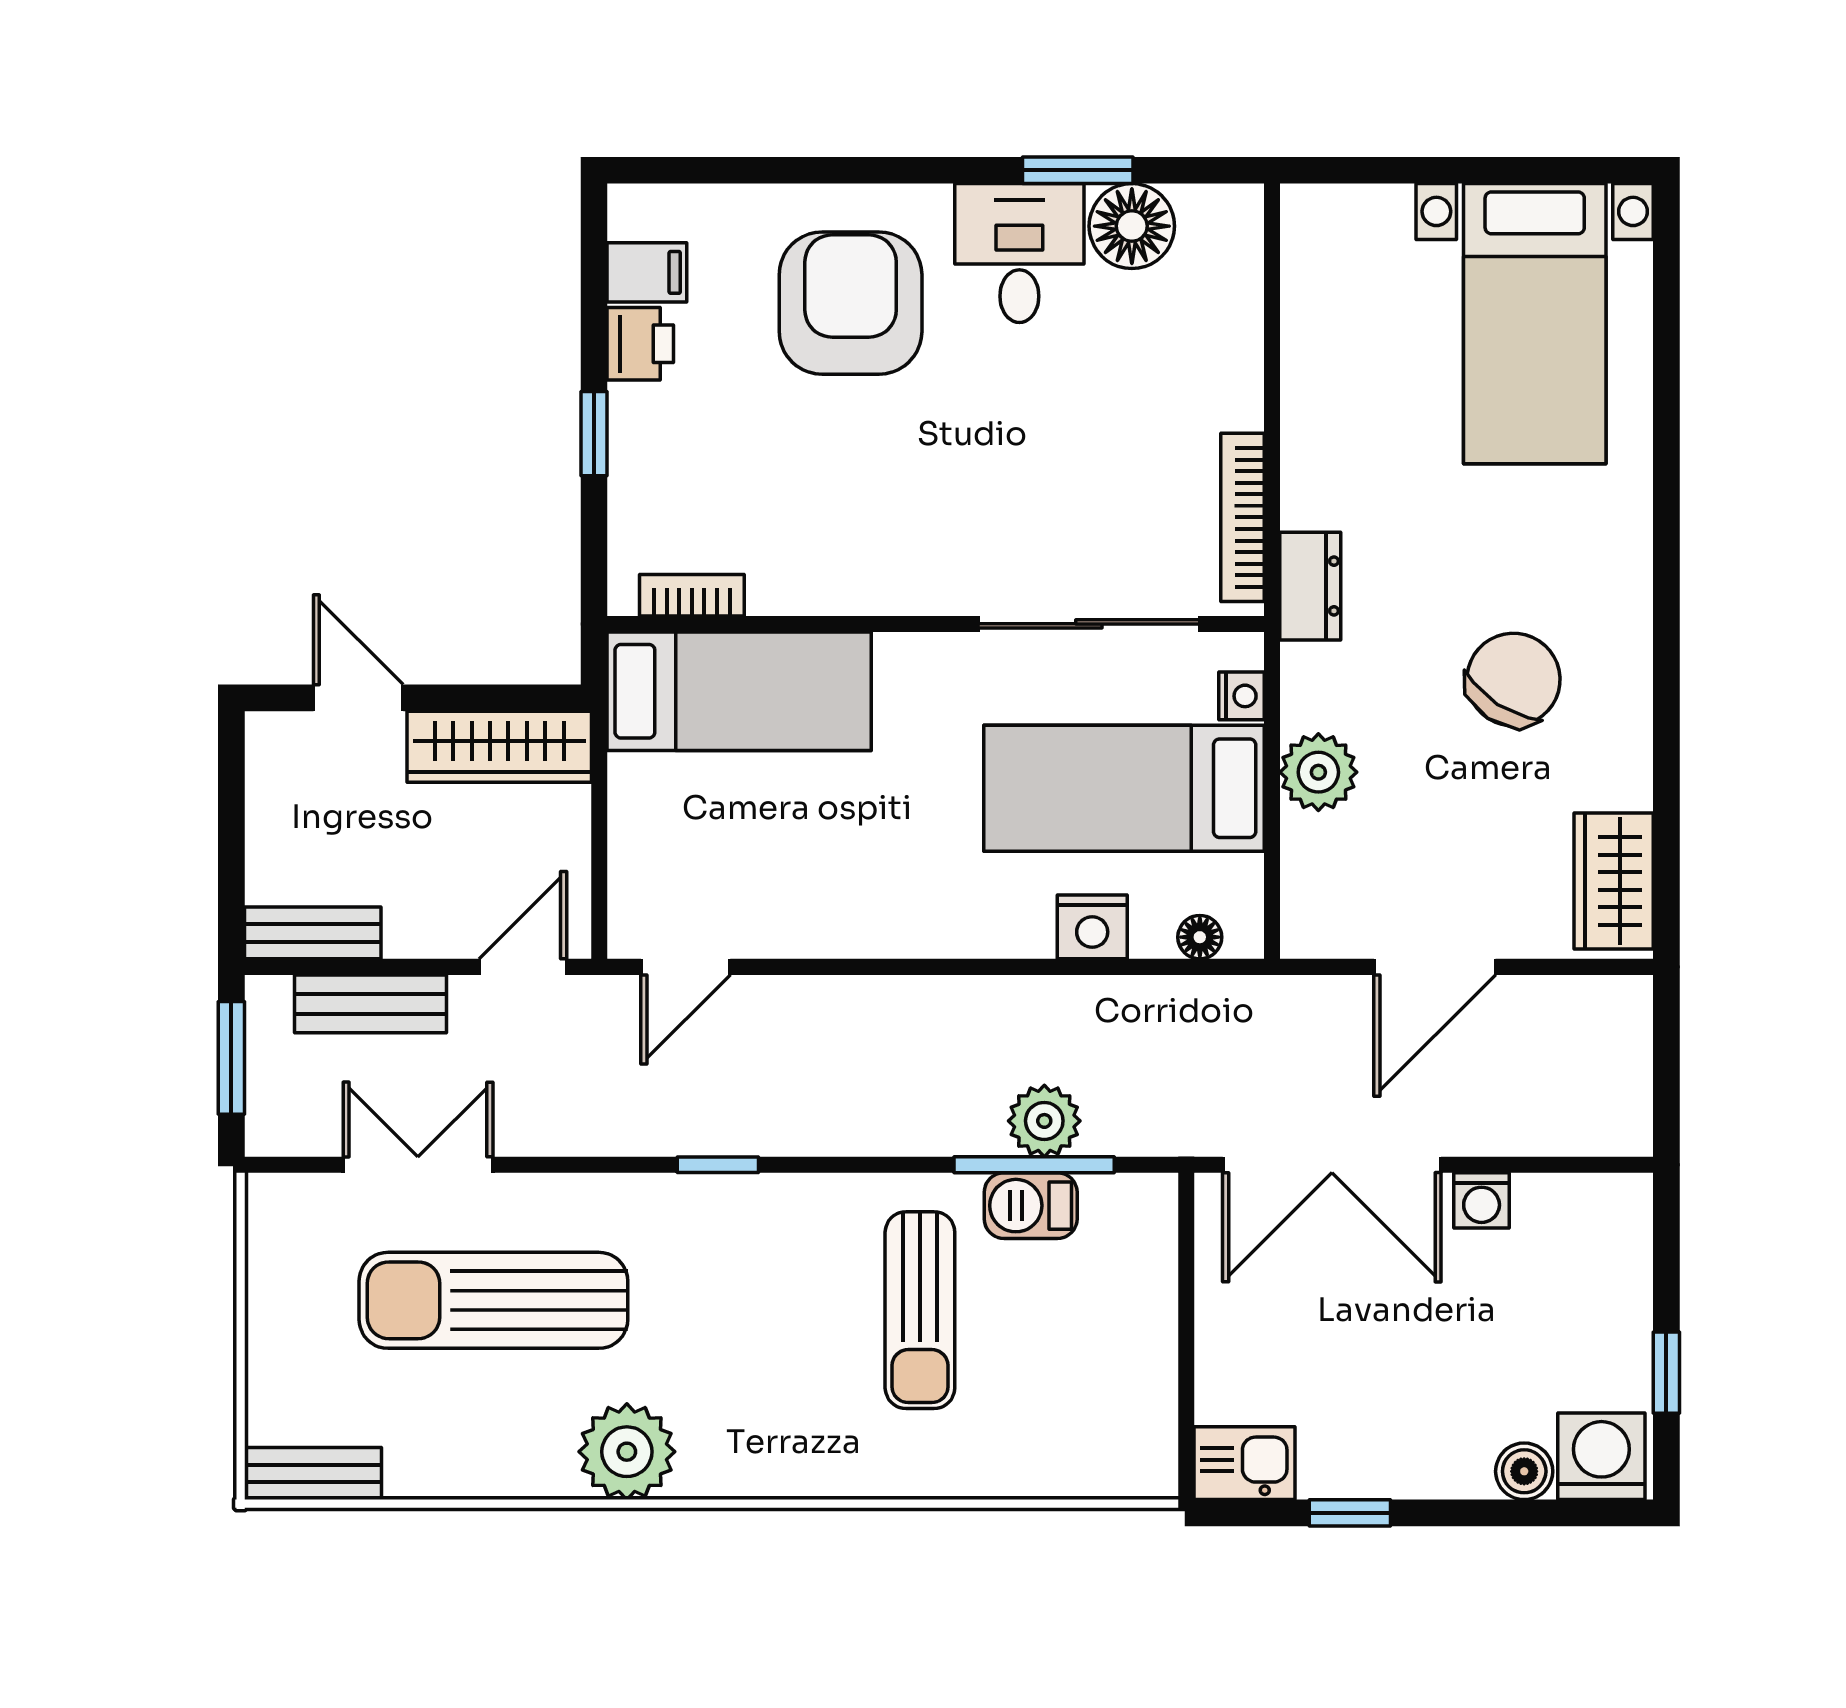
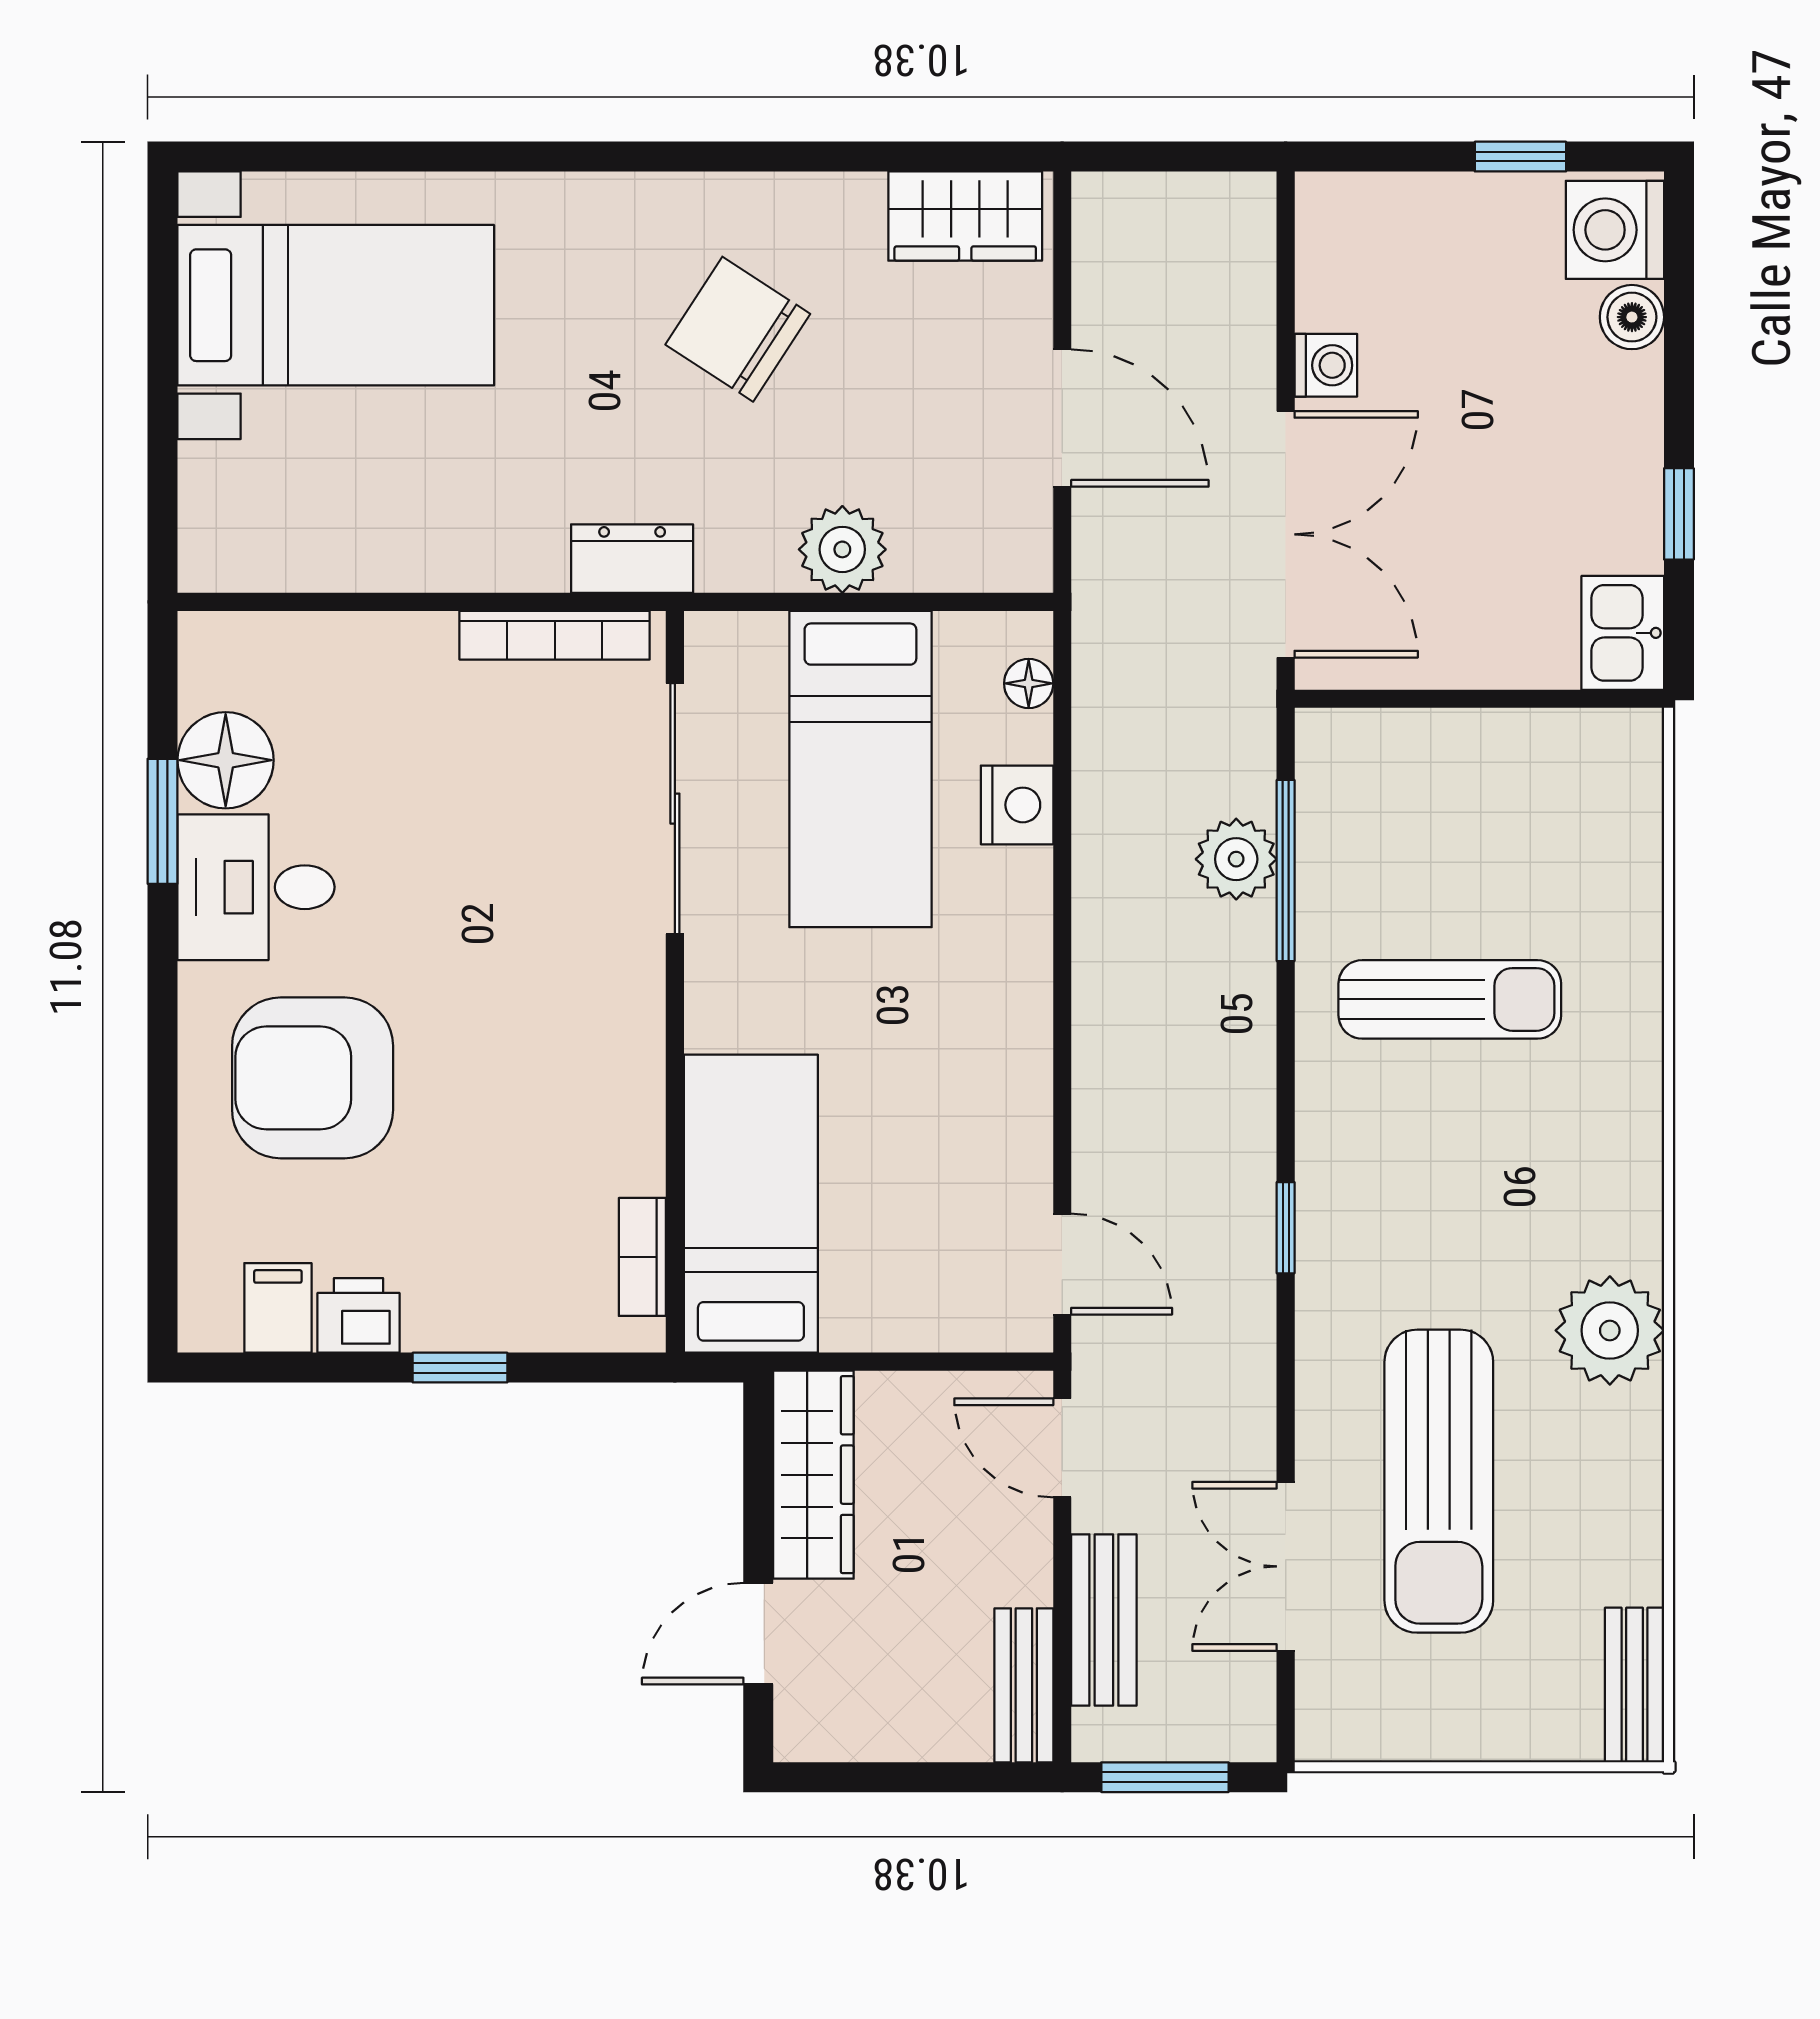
nightstand: (1241, 696) -> (756, 636), removed
barbecue: (1031, 1206) -> (1332, 874), removed

